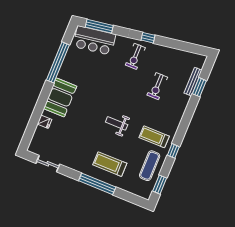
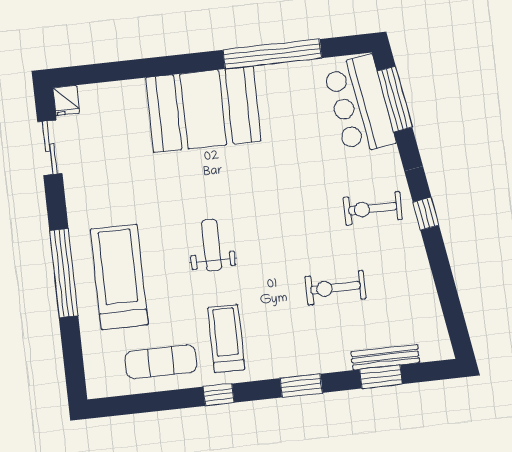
booth: (60, 97) -> (203, 109), width x1.36, depth x1.42
fridge: (44, 122) -> (66, 101), moved
treadmill: (110, 164) -> (119, 277), width x1.37, depth x1.38
window: (160, 185) -> (301, 386), moved

